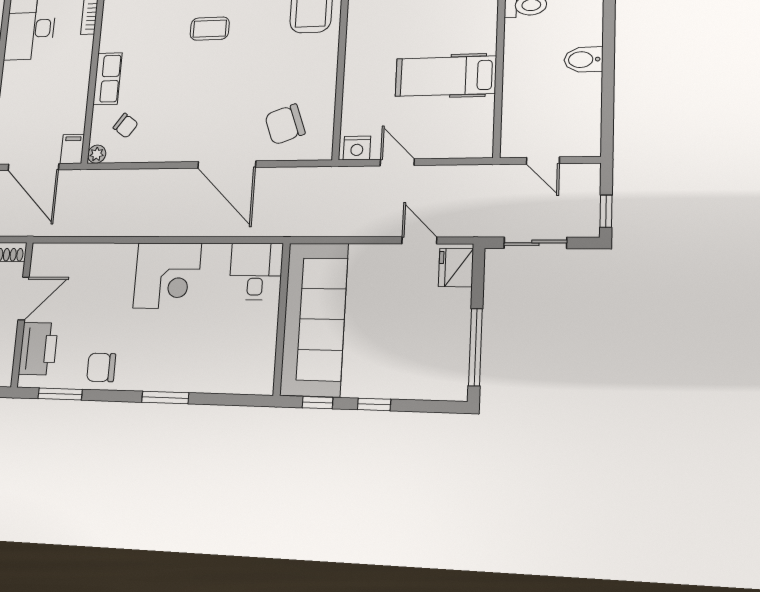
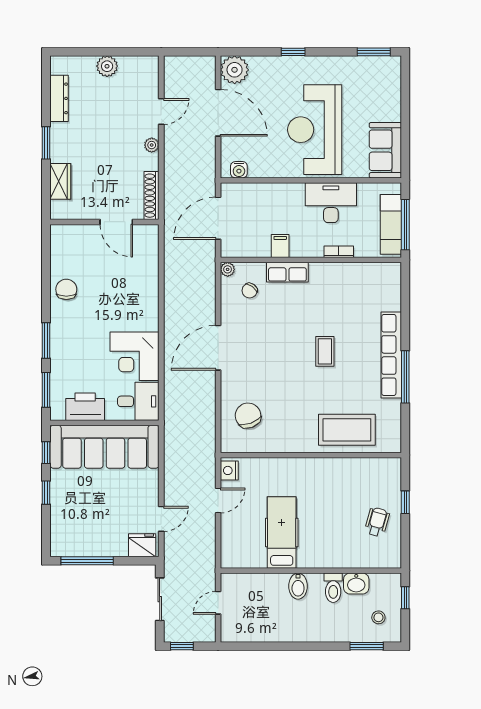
bidet: (583, 60) -> (298, 586), moved, turned 180
filing cabinet: (72, 149) -> (280, 246), moved, turned -90
door: (227, 165) -> (218, 348), moved
corner desk: (167, 276) -> (135, 356), moved
printer: (38, 349) -> (85, 407), moved, turned 180
window: (60, 394) -> (46, 390), moved

